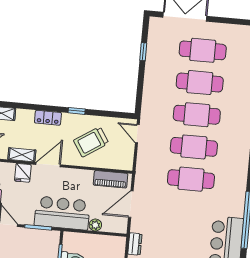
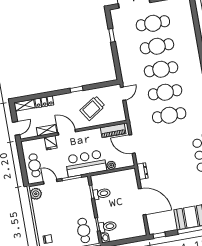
locker: (48, 118) -> (44, 102), moved
door: (137, 134) -> (123, 94), swing flipped
door: (48, 165) -> (67, 132), hinge flipped
door: (131, 204) -> (132, 144), hinge flipped

